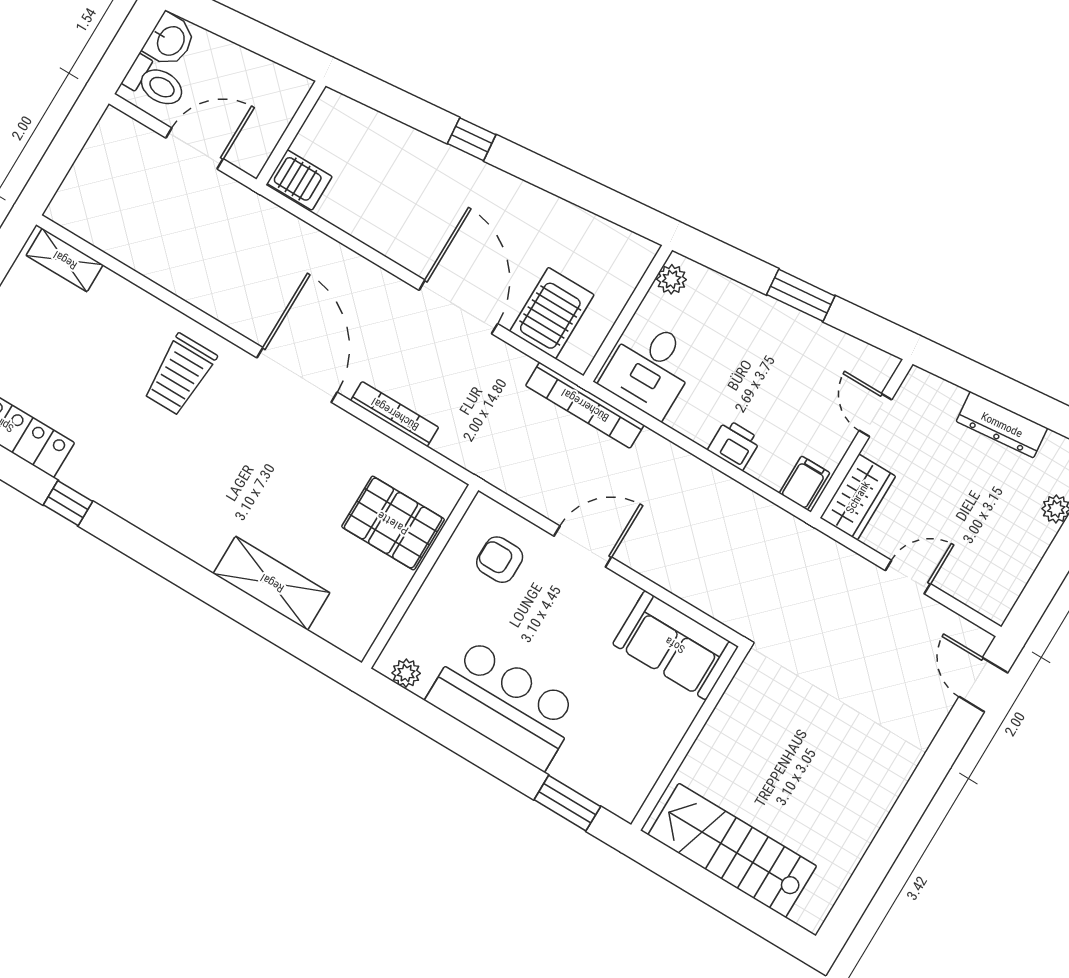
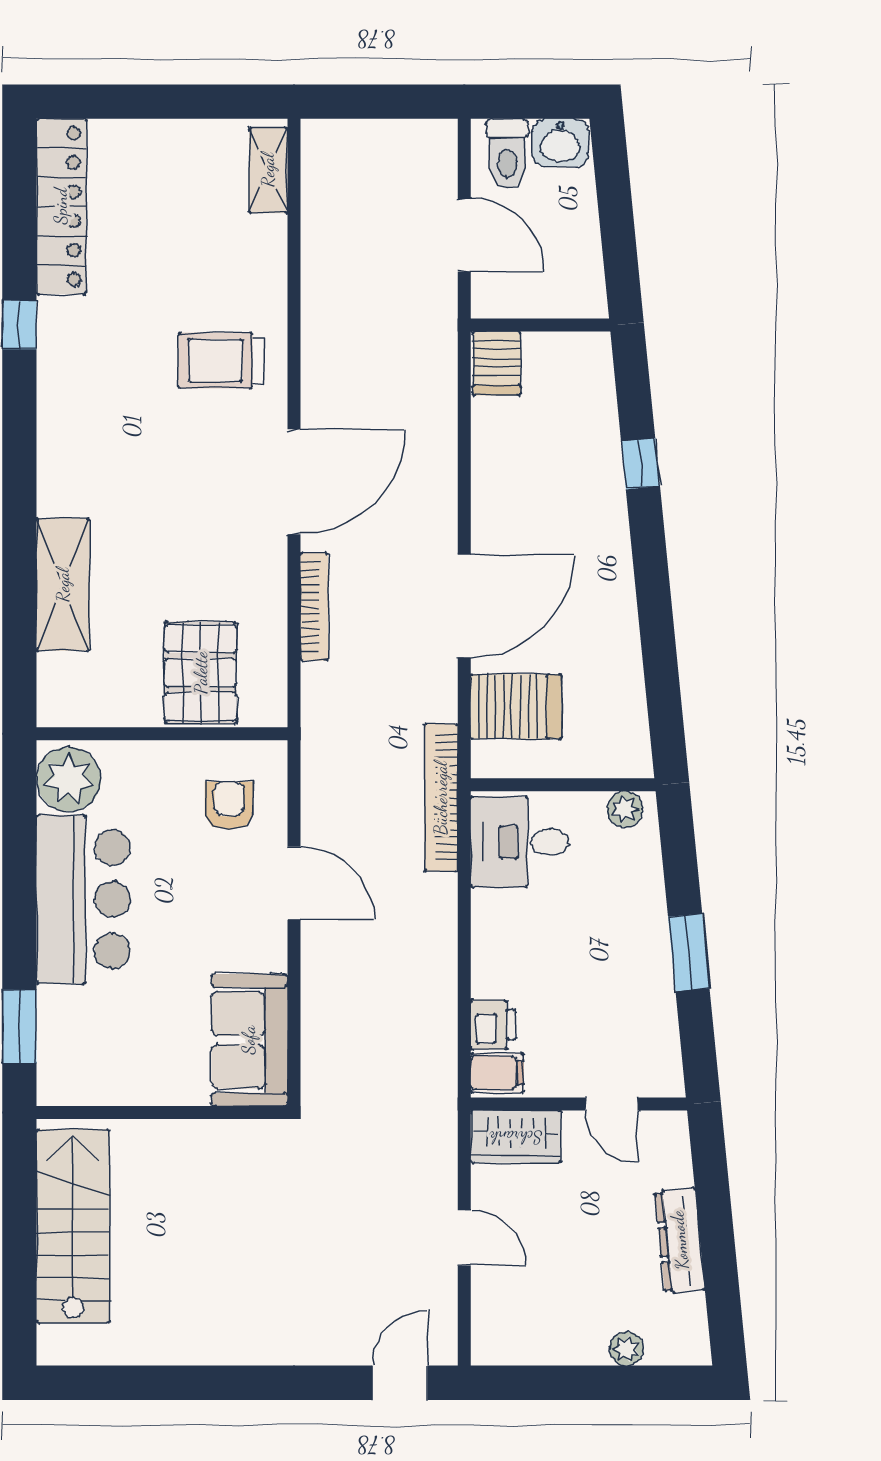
window: (472, 139) -> (641, 464), moved
door: (876, 415) -> (611, 1104), swing flipped
printer: (734, 445) -> (493, 1025), moved
plant: (406, 673) -> (69, 779), width x1.87, depth x1.87

